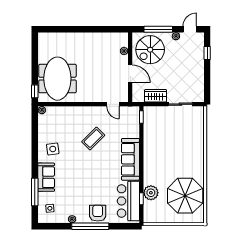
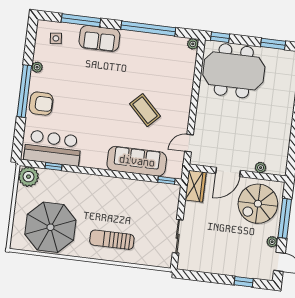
spiral stairs: (150, 50) -> (258, 204), turned -90
window: (35, 53) -> (273, 44), added
wardrobe: (156, 96) -> (195, 186), moved
window: (35, 143) -> (148, 29), added
side table: (53, 149) -> (137, 52), removed
sun lounger: (189, 151) -> (112, 240), added
sofa: (130, 159) -> (137, 161), moved
plant: (151, 193) -> (29, 177), moved

